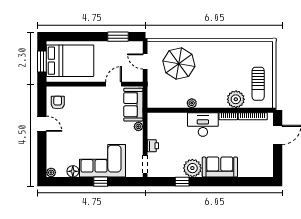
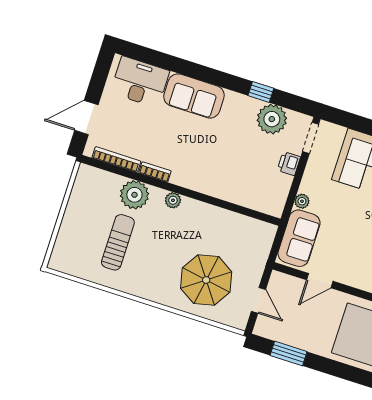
sun lounger: (258, 84) -> (118, 242), moved
plant: (192, 103) -> (173, 200), moved
desk: (203, 125) -> (140, 82), moved, turned 180
plant: (192, 168) -> (272, 119), moved

